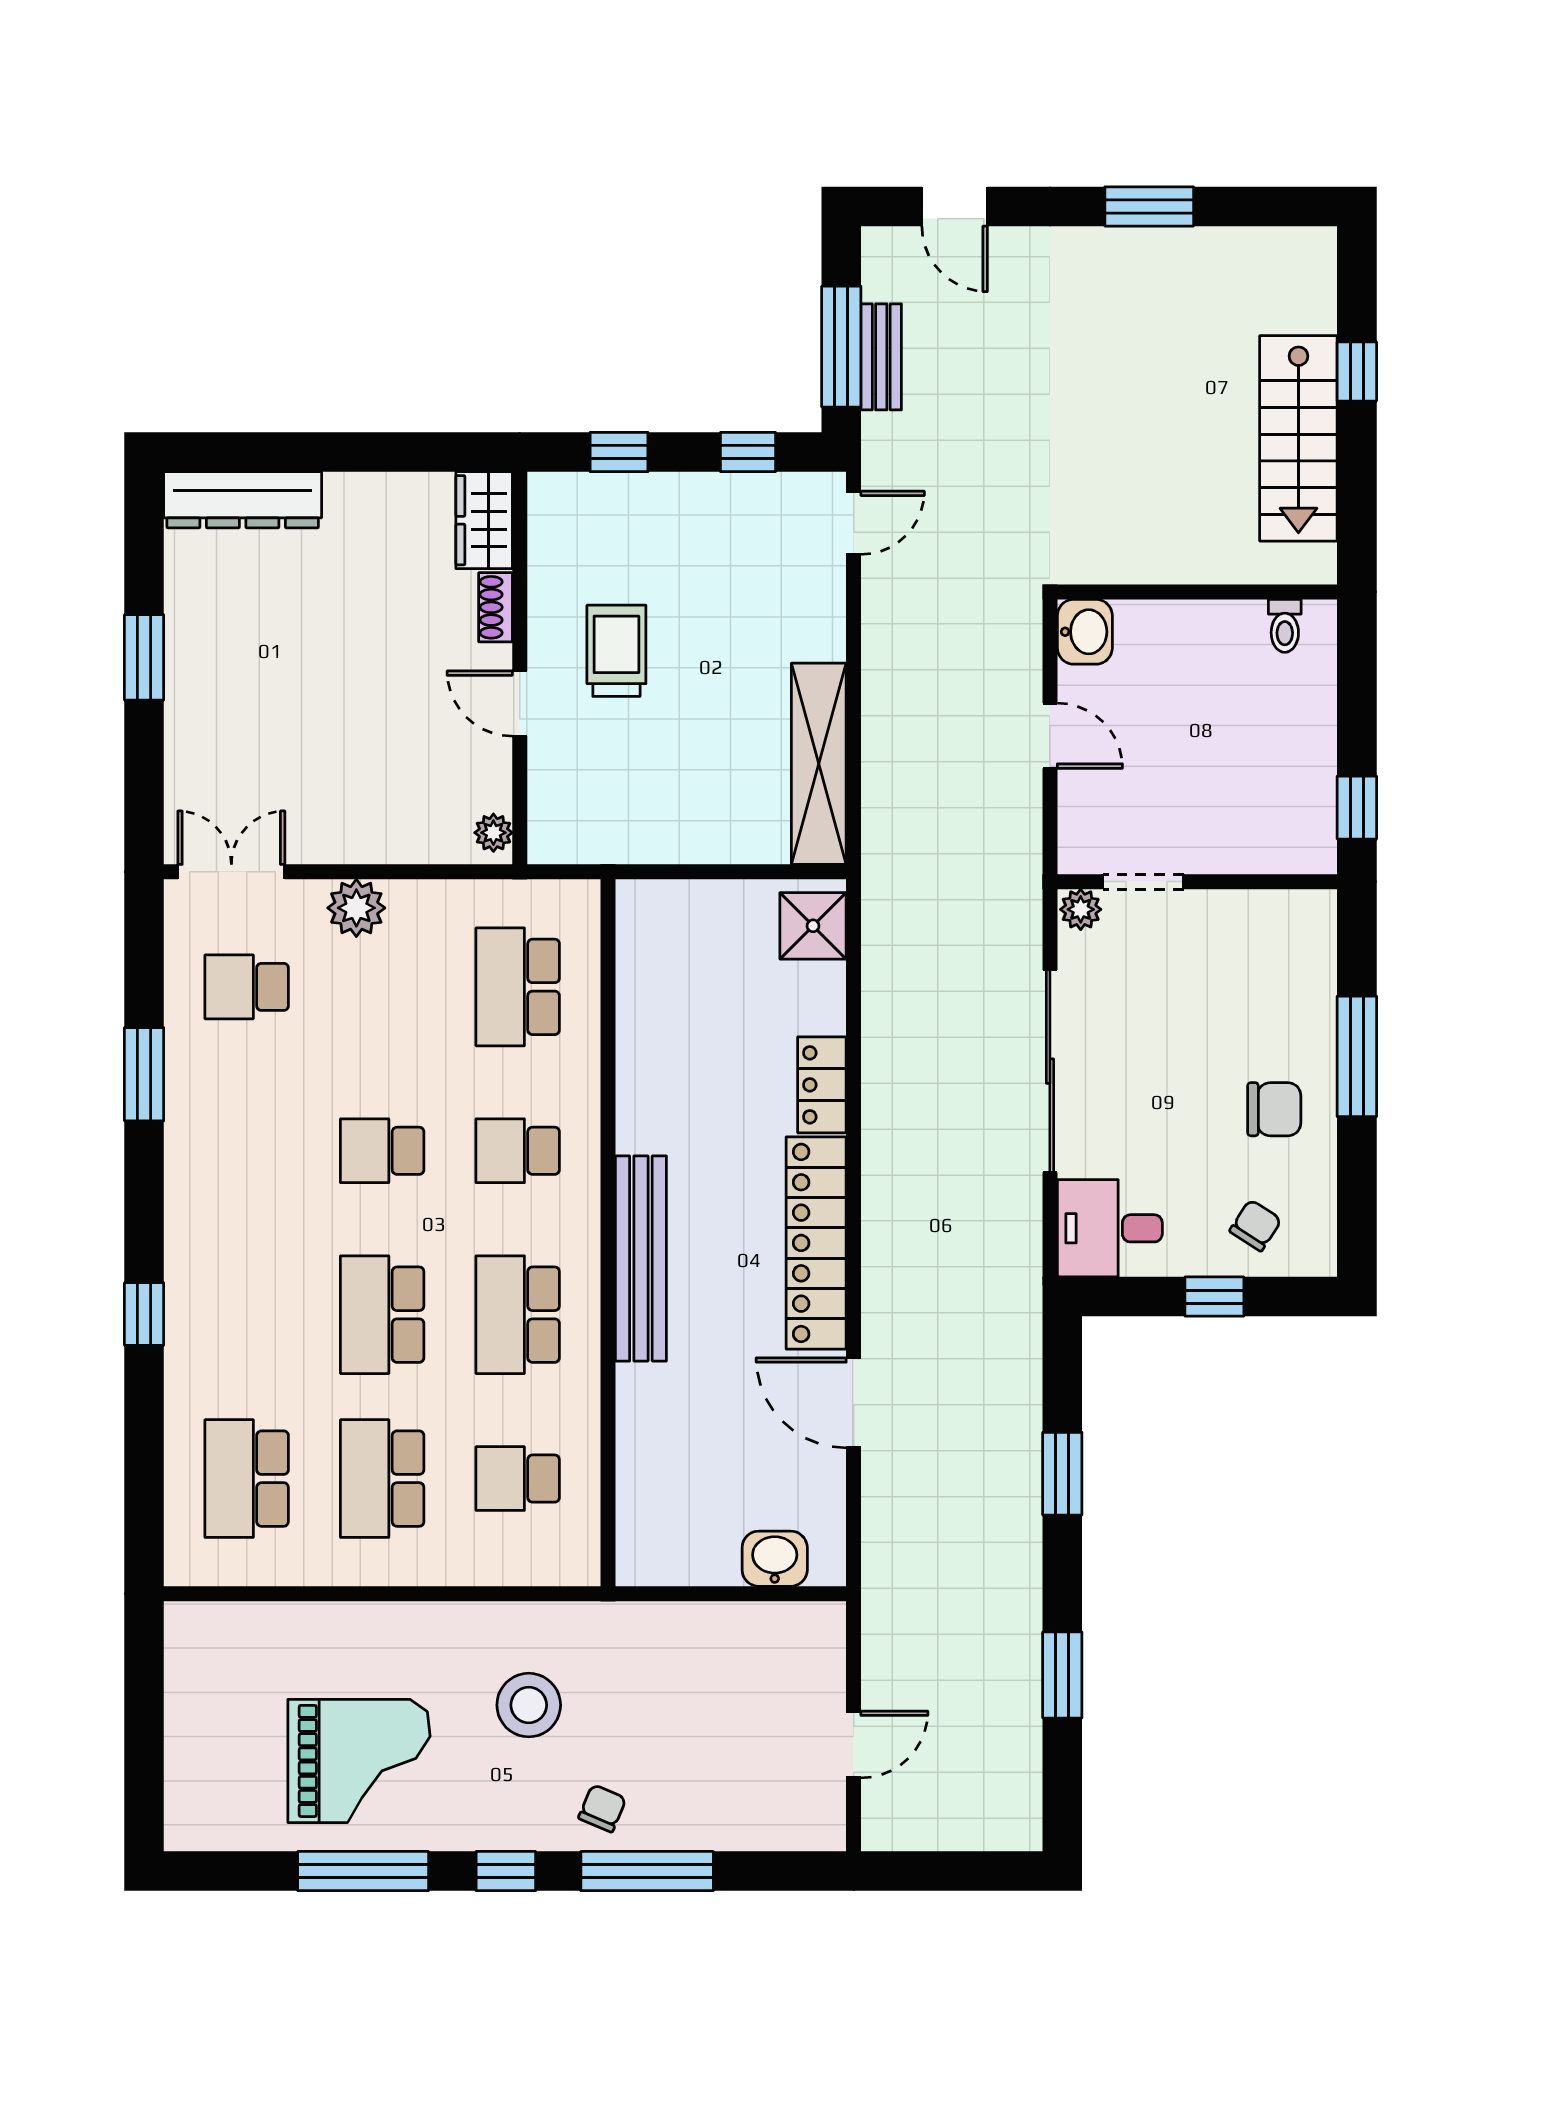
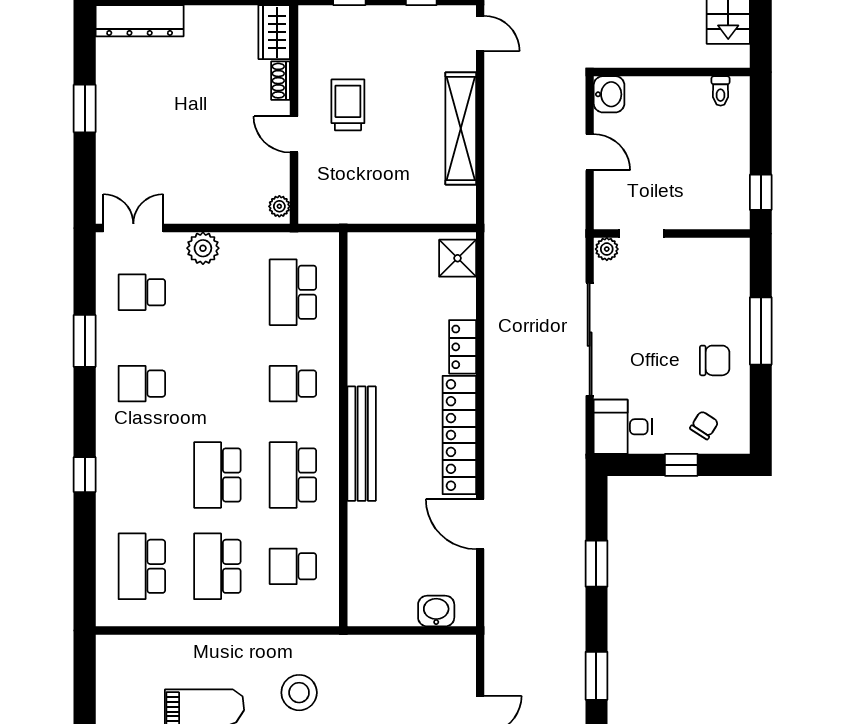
door: (854, 523) -> (480, 34), hinge flipped
shelving: (819, 764) -> (461, 128), moved
school desk: (382, 1151) -> (142, 384), moved

